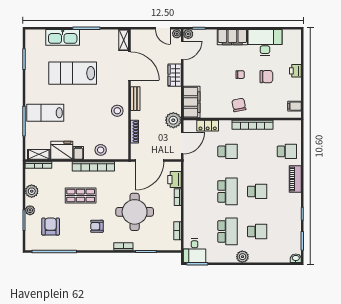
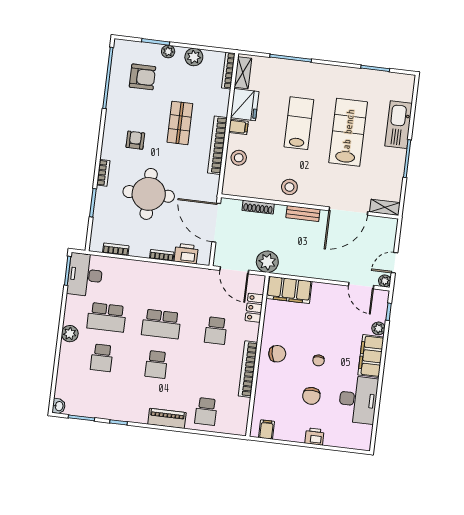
plant: (188, 34) -> (378, 328), moved
wardrobe: (175, 75) -> (328, 271), removed
lab bench: (45, 113) -> (299, 123), moved
desk: (195, 251) -> (85, 275), width x1.37

